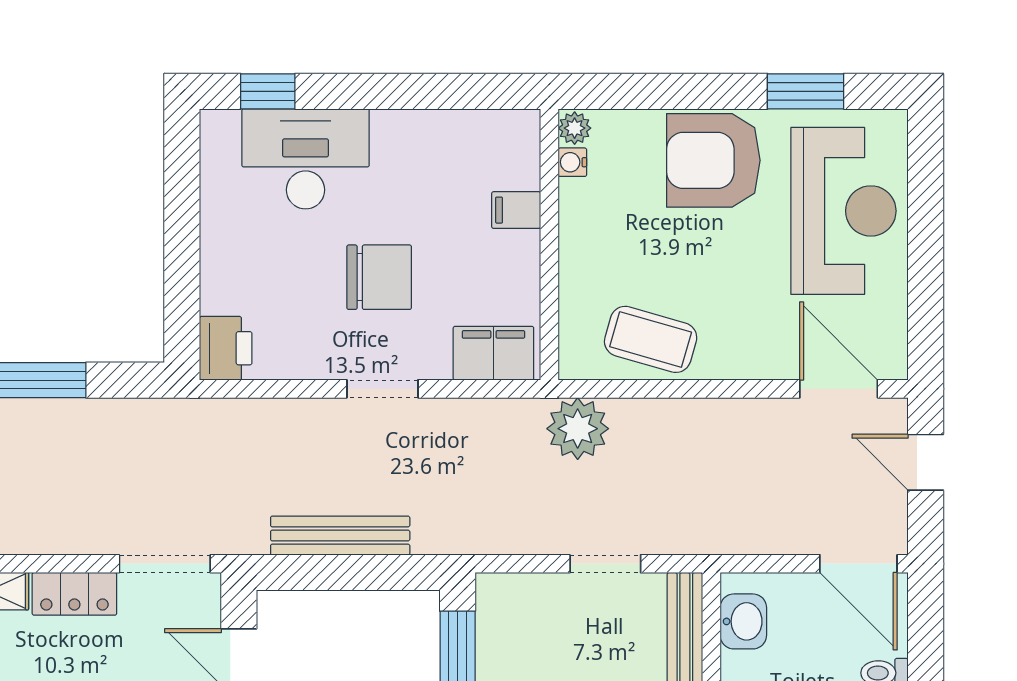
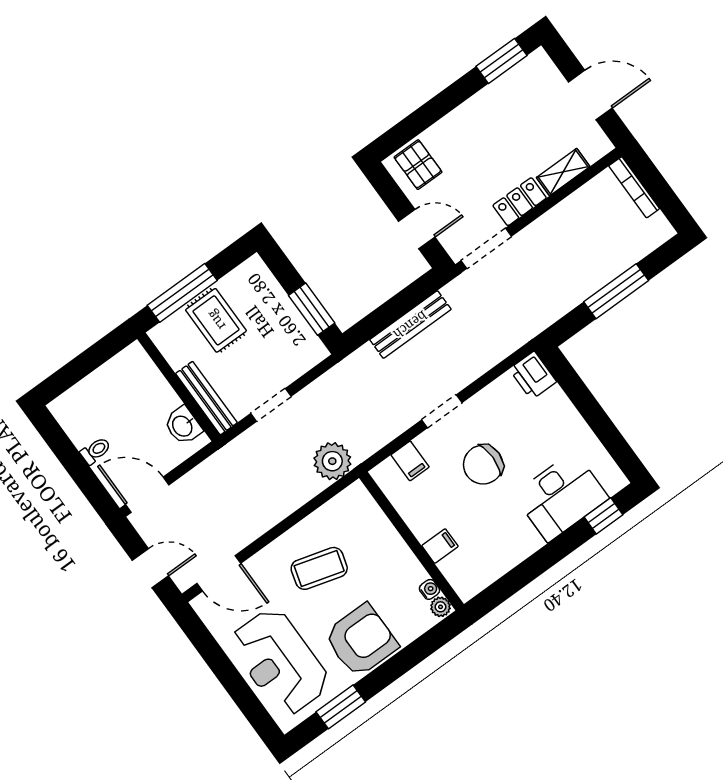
coffee table: (651, 339) -> (319, 568), moved
filing cabinet: (493, 353) -> (410, 461), width x0.50

